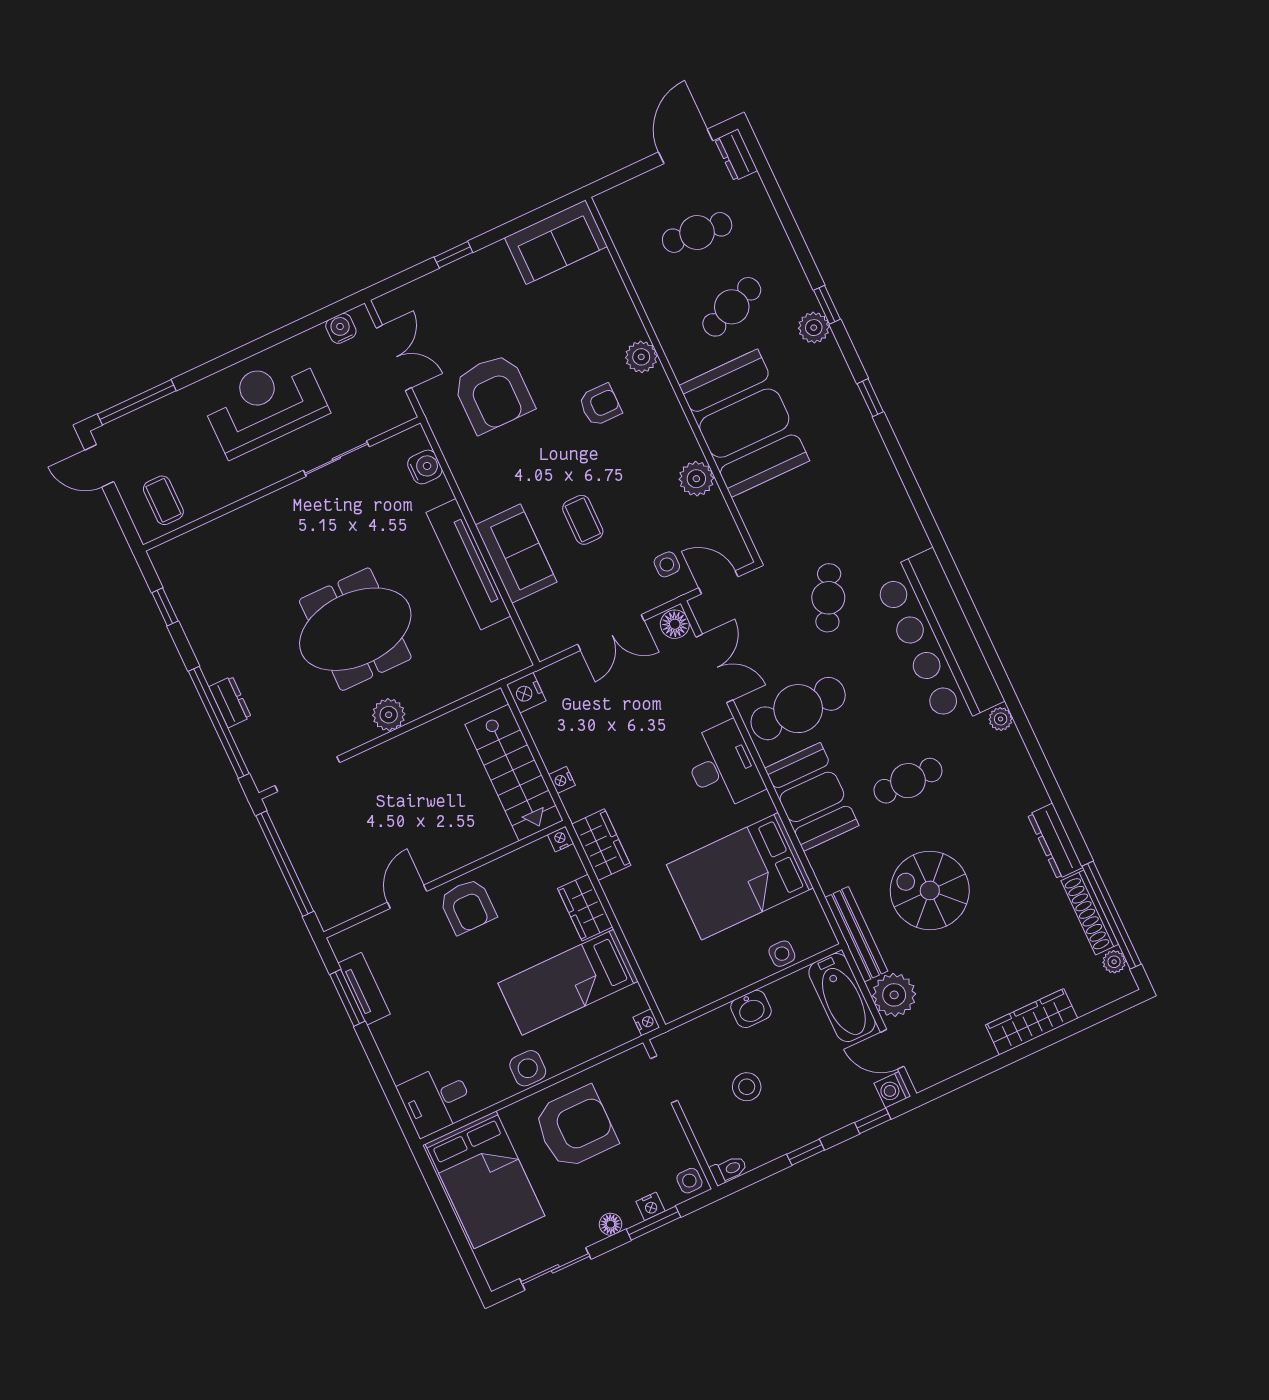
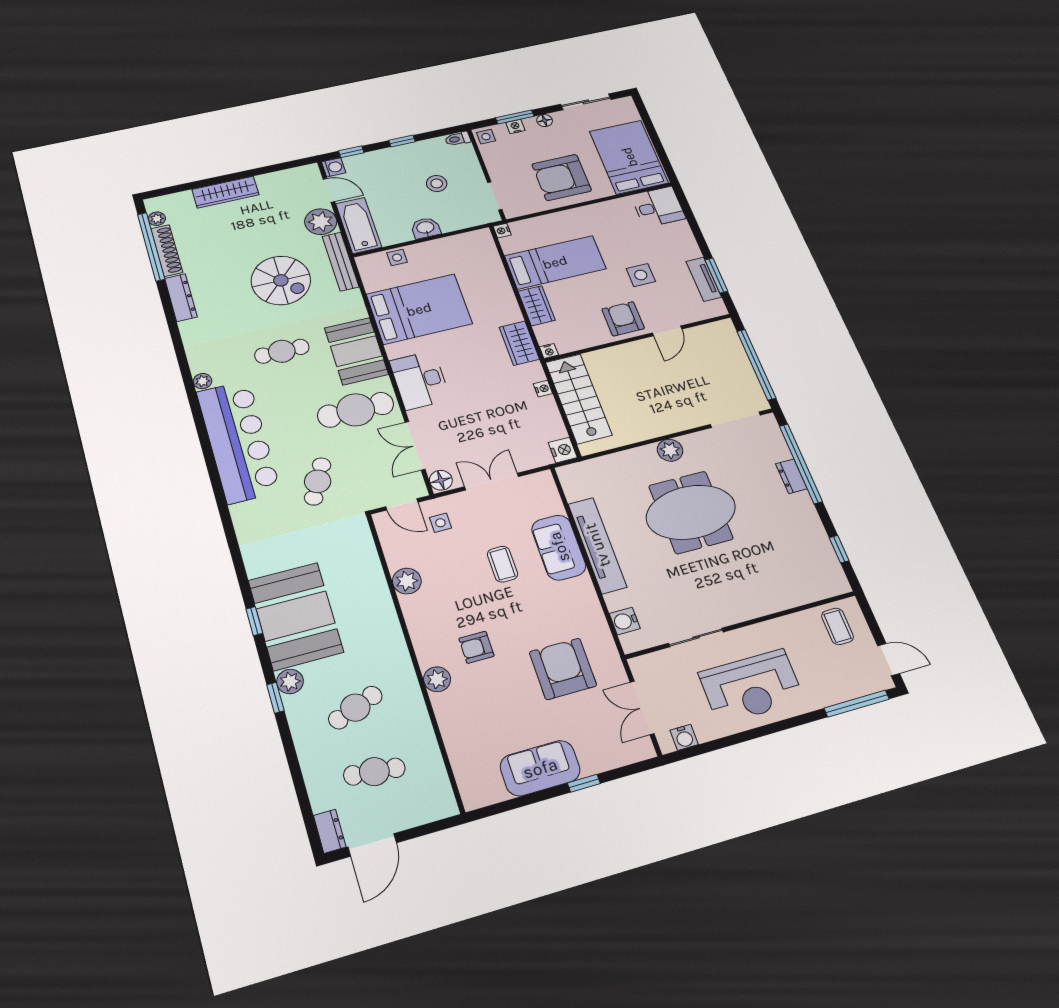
sofa: (556, 242) -> (540, 768), moved
booth: (744, 423) -> (296, 616), moved
side table: (528, 1068) -> (641, 275), moved

